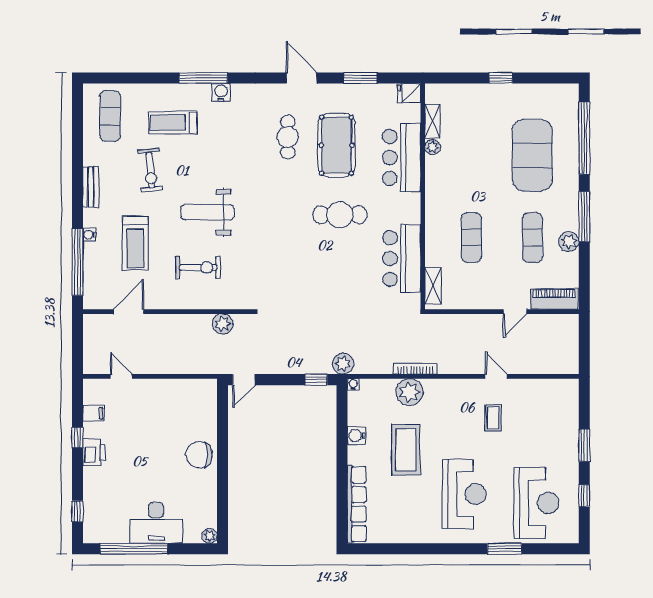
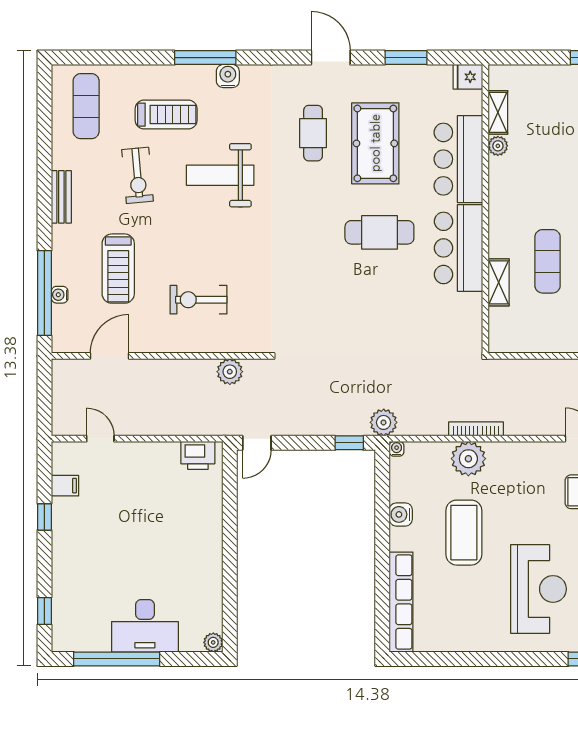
treadmill: (173, 123) -> (166, 115), turned 180
weight bench: (207, 212) -> (220, 175), moved
water cooler: (89, 235) -> (60, 295), moved
bar counter: (402, 258) -> (458, 248), moved
exercise bike: (198, 268) -> (199, 300), turned 180
shelving: (433, 286) -> (499, 282), moved
printer: (94, 452) -> (198, 455), moved, turned 90
chair: (199, 455) -> (200, 539), removed

